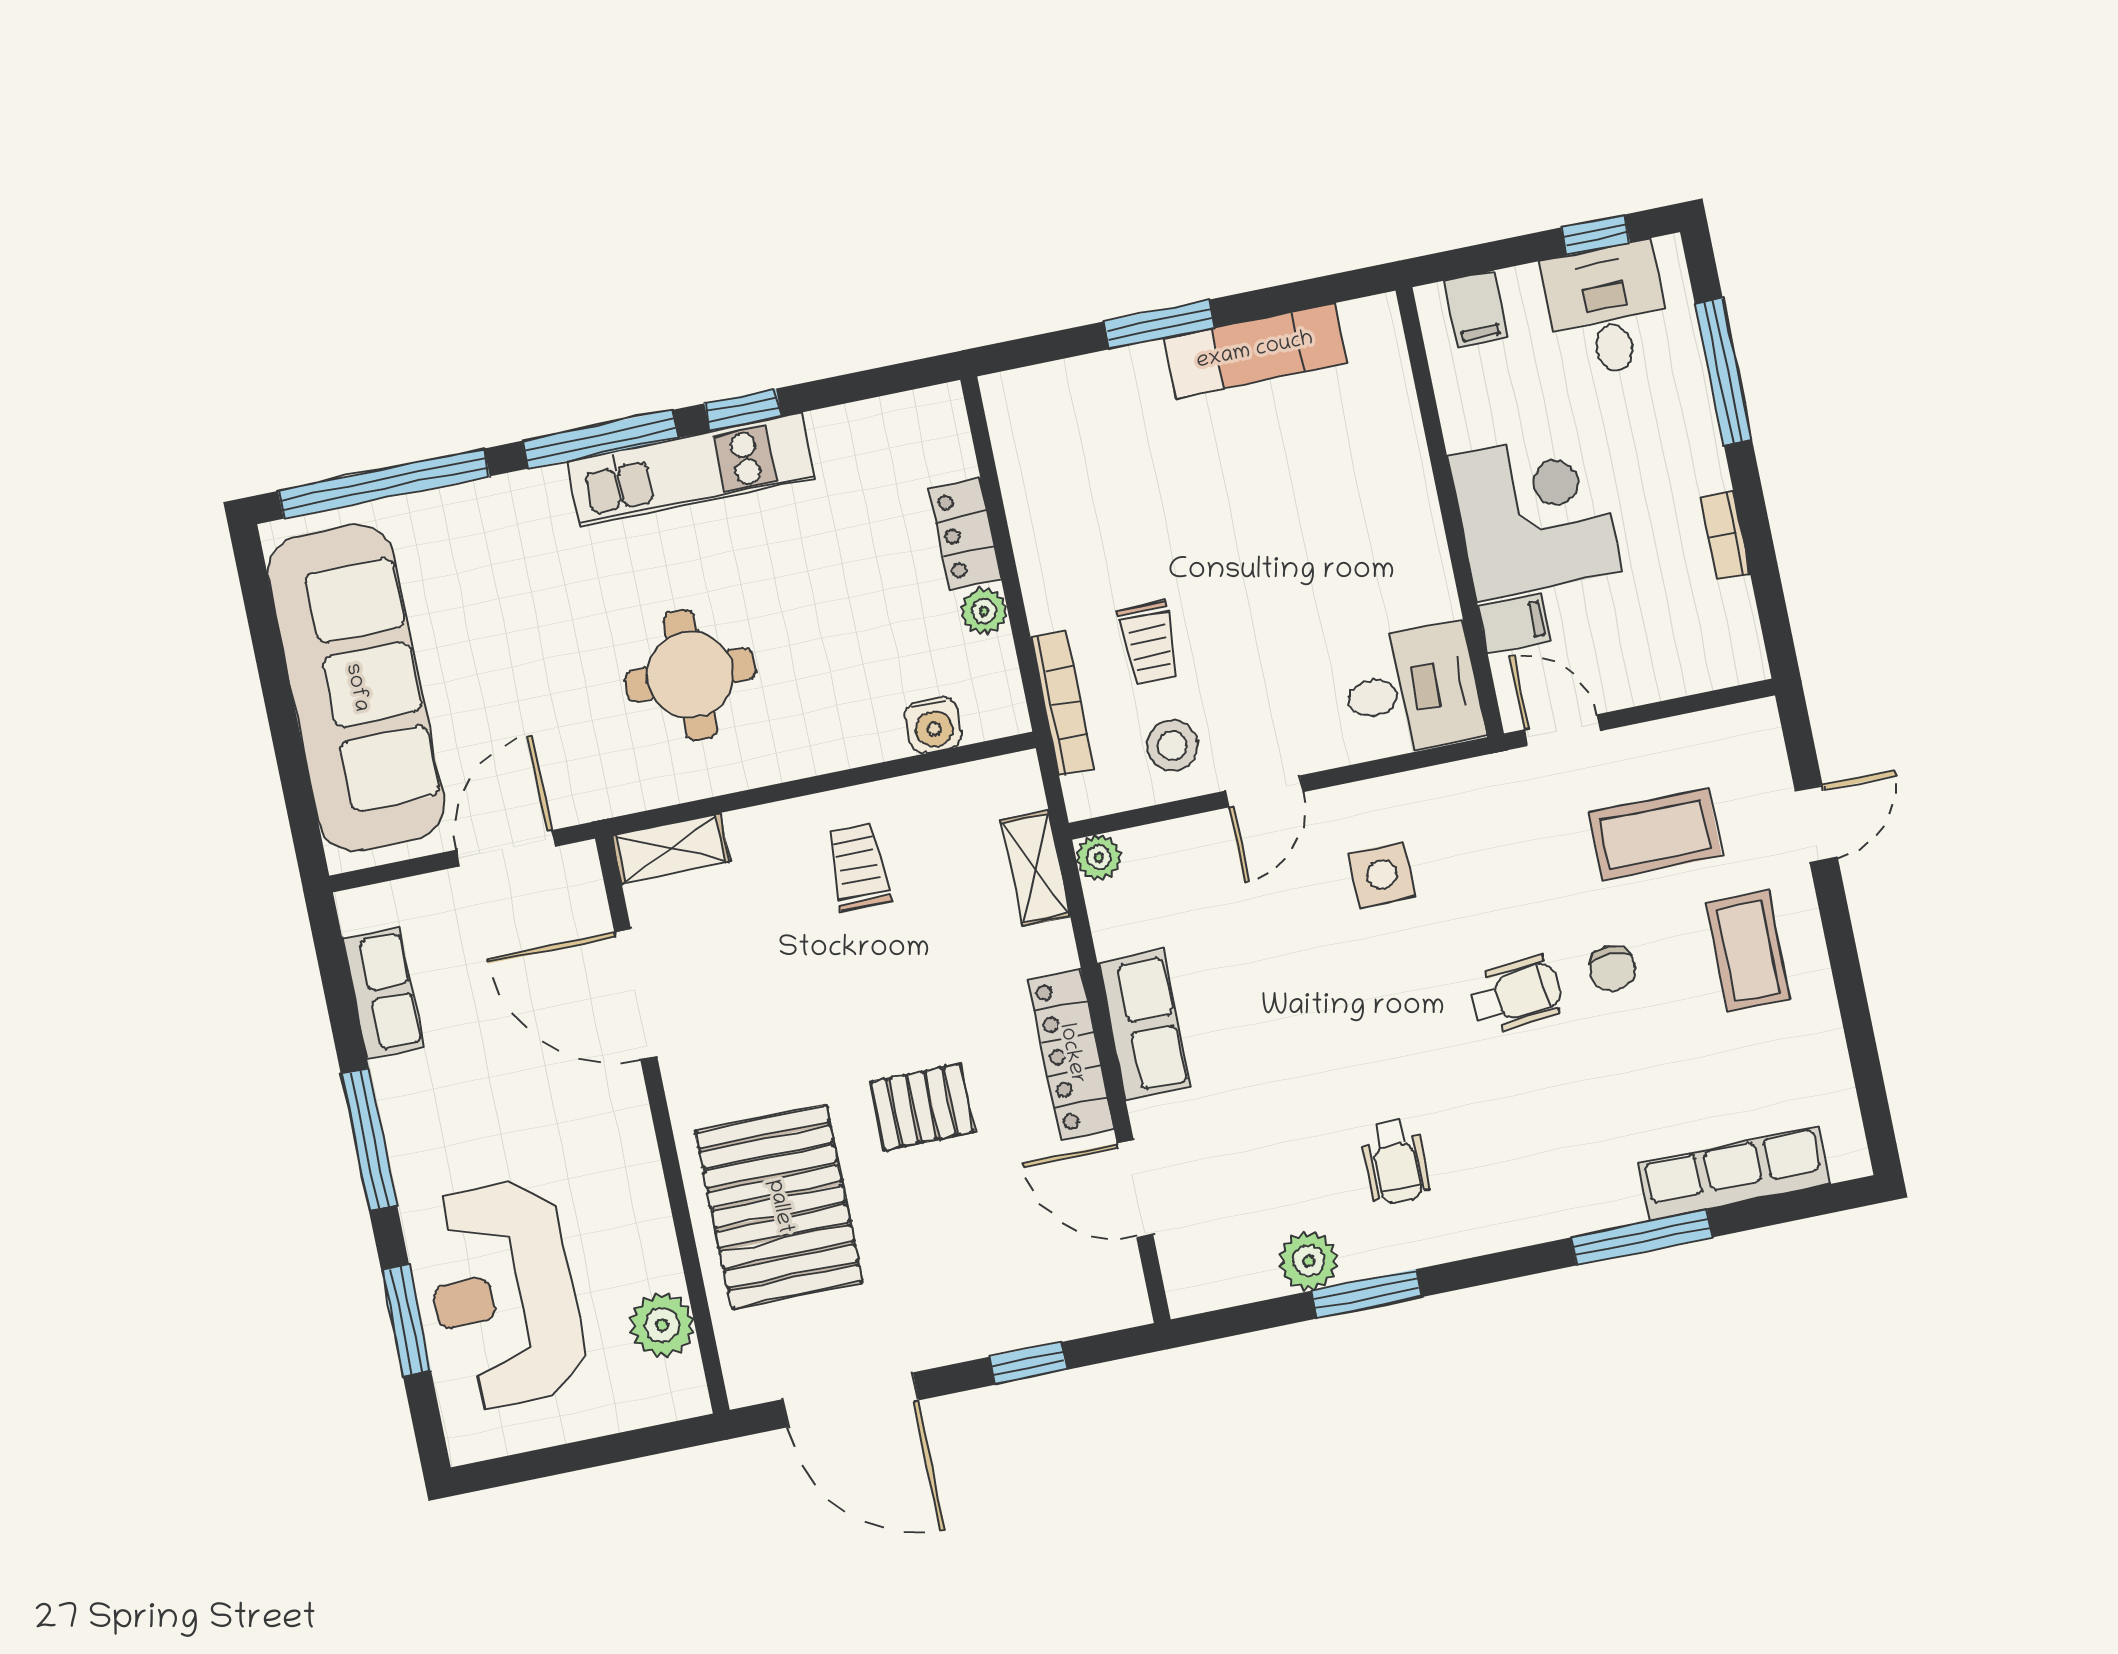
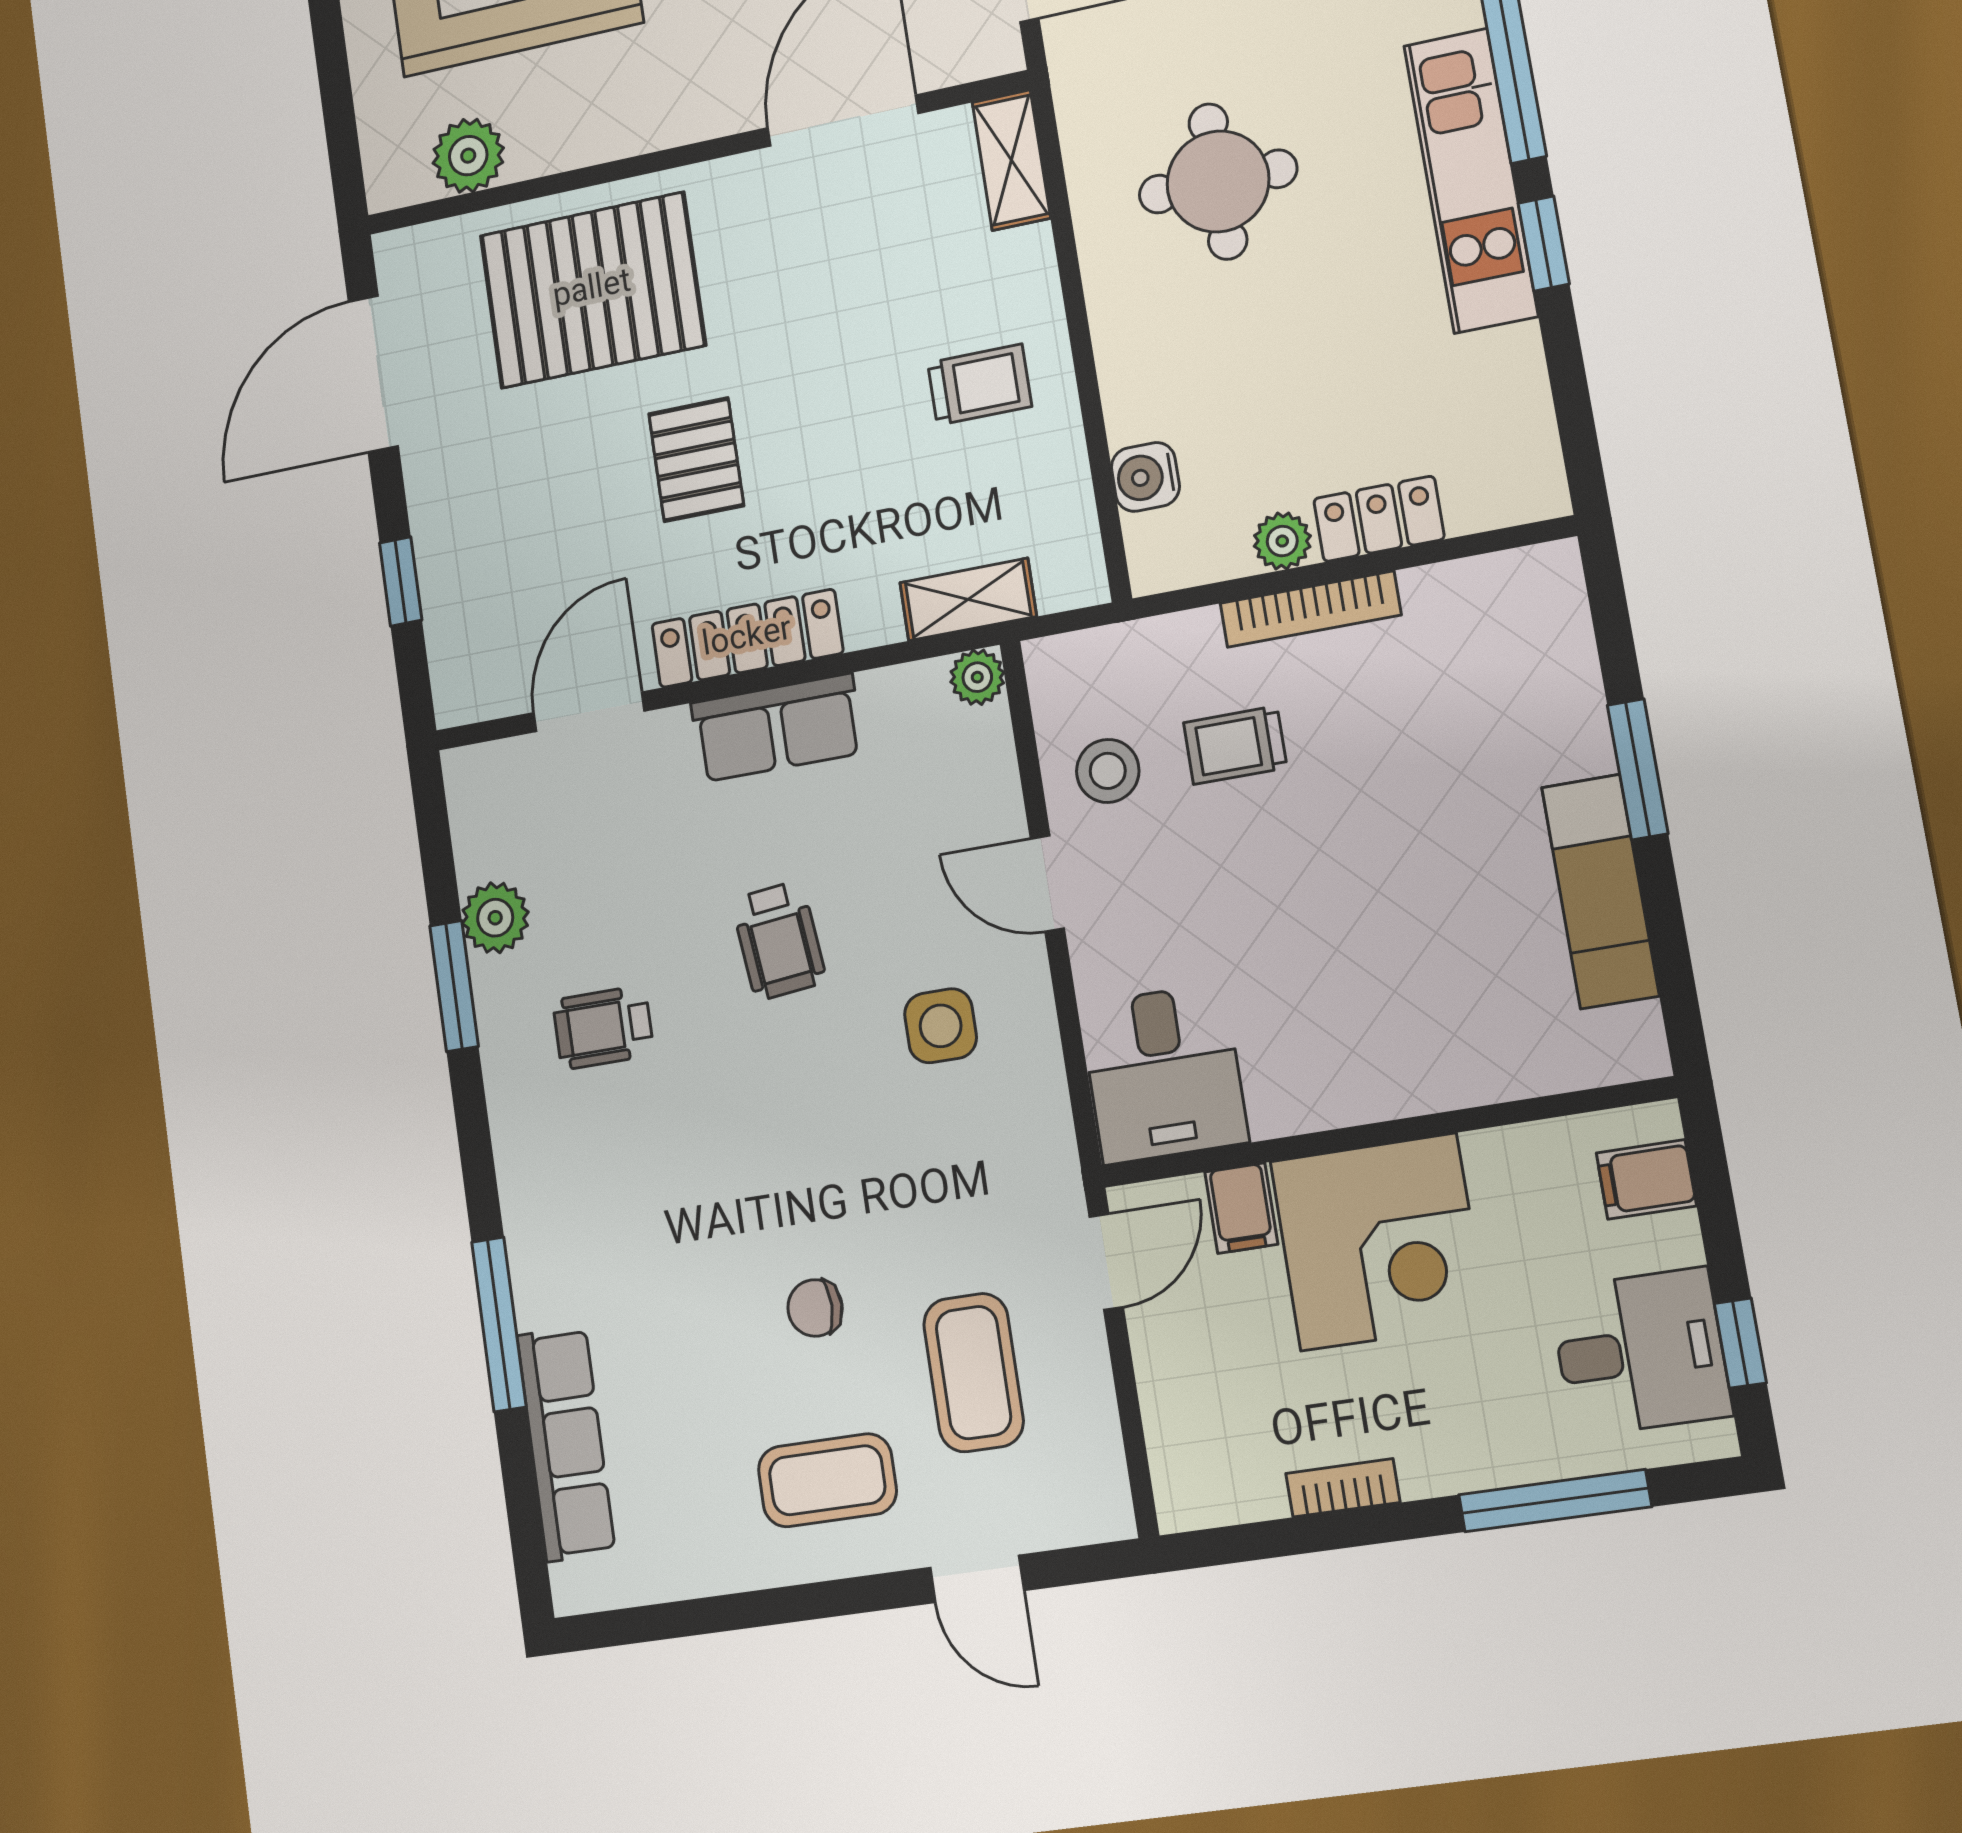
bookcase: (1063, 703) -> (1310, 609), moved
wheelchair: (1516, 995) -> (779, 941), moved

